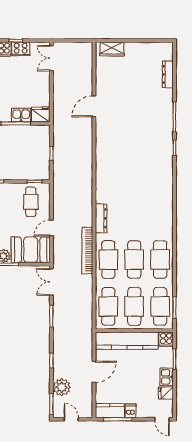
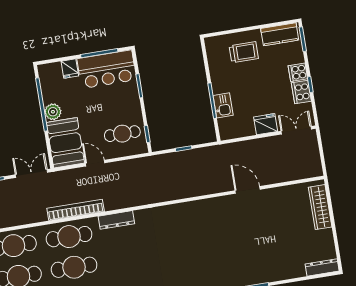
wardrobe: (112, 49) -> (320, 207), width x1.50
dresser: (168, 74) -> (322, 267), moved
fridge: (41, 114) -> (266, 124), moved, turned -90

